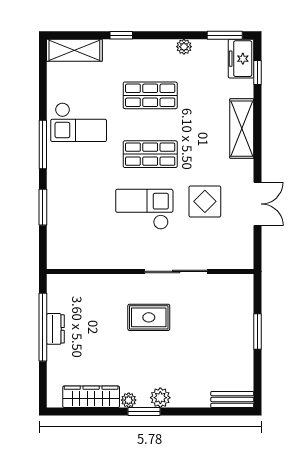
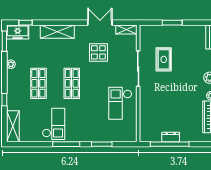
checkout: (144, 209) -> (120, 103), moved
shelving: (245, 251) -> (126, 29), added
rug: (149, 317) -> (164, 59), moved

